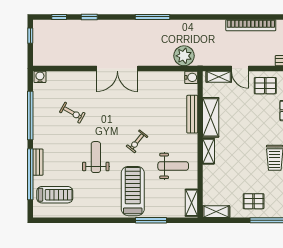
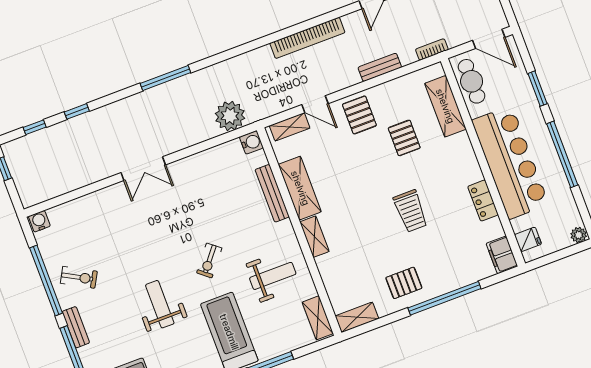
double door: (117, 68) -> (143, 169), width x0.73
pallet: (265, 86) -> (359, 115), turned 90
exercise bike: (72, 113) -> (79, 277), moved
bench: (38, 162) -> (76, 327), moved

